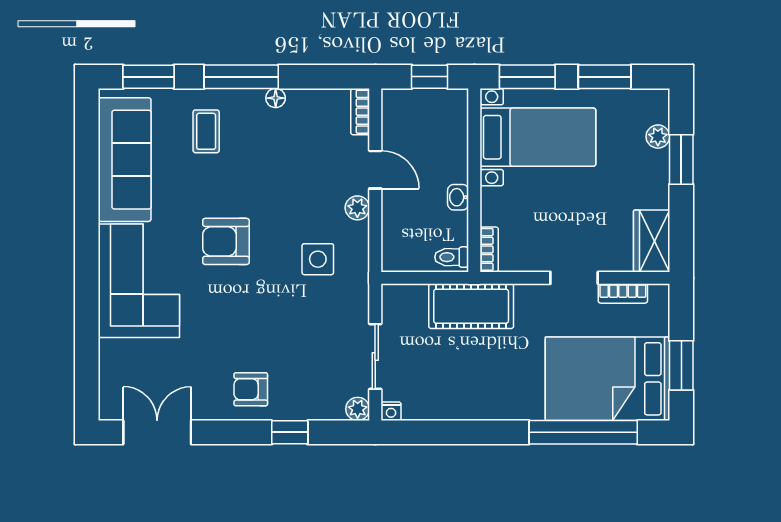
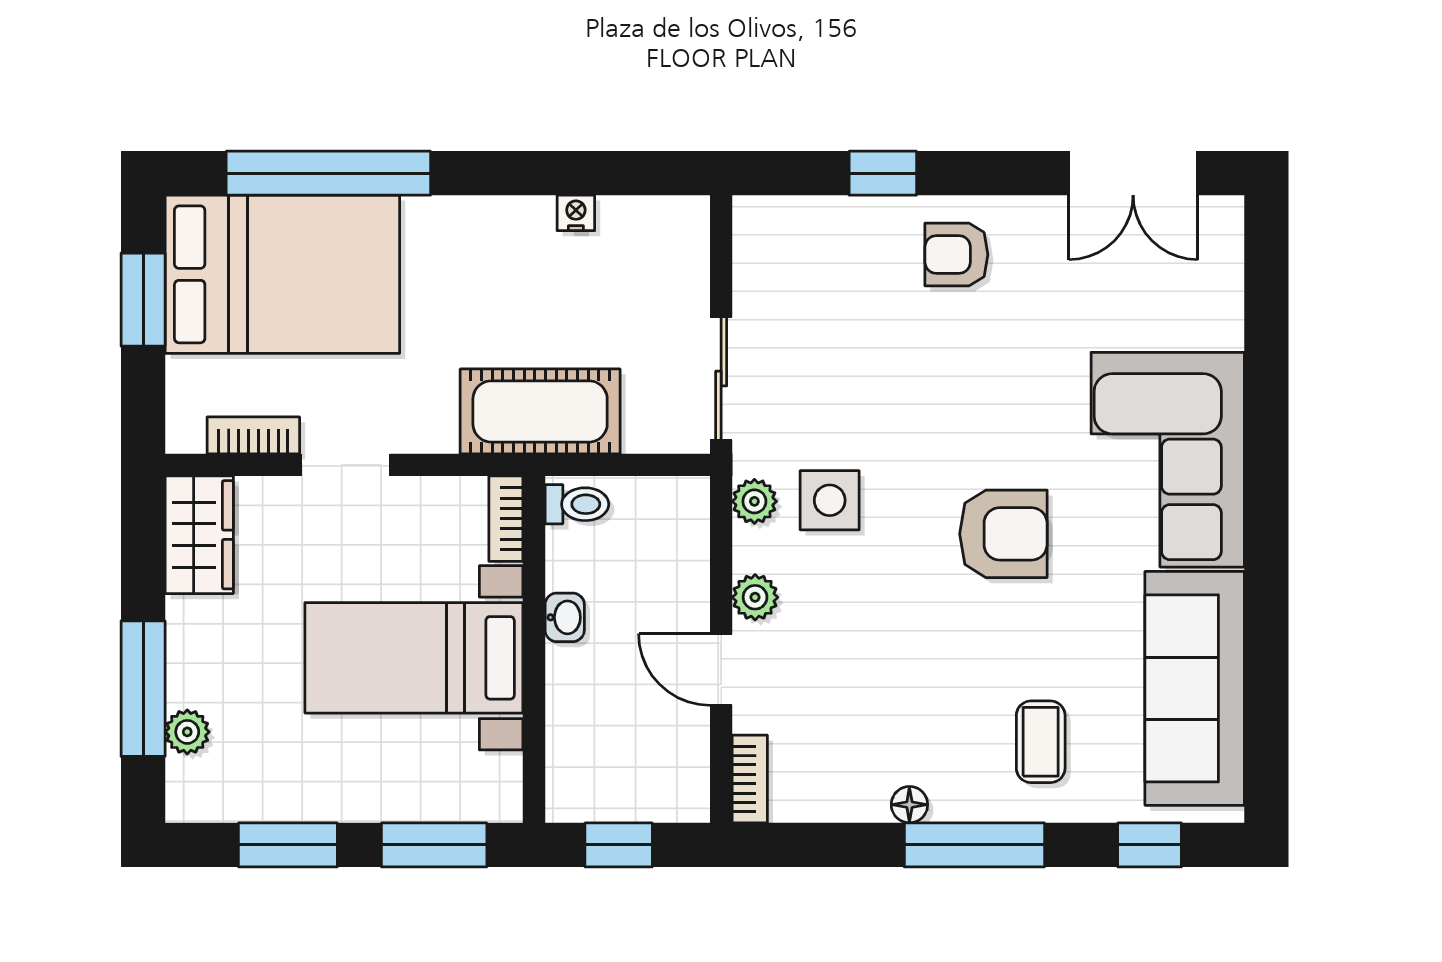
window: (148, 77) -> (1150, 845), width x0.67
bed with nightstands: (538, 137) -> (414, 658), moved
window: (681, 159) -> (143, 689), width x1.44
sliding door: (375, 357) -> (721, 379), moved
armchair: (251, 389) -> (956, 255), turned 180
plant: (358, 409) -> (754, 501), moved
nightstand: (391, 411) -> (576, 213), moved

